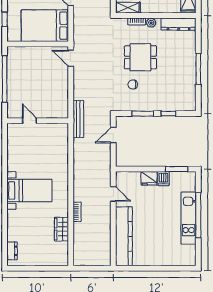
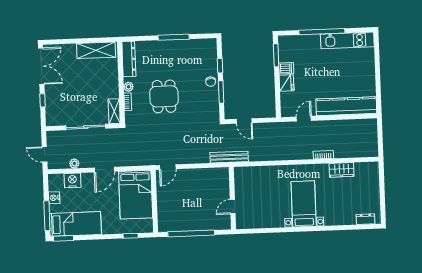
chair: (133, 84) -> (211, 82), moved
kitchen unit: (189, 218) -> (347, 40), moved

